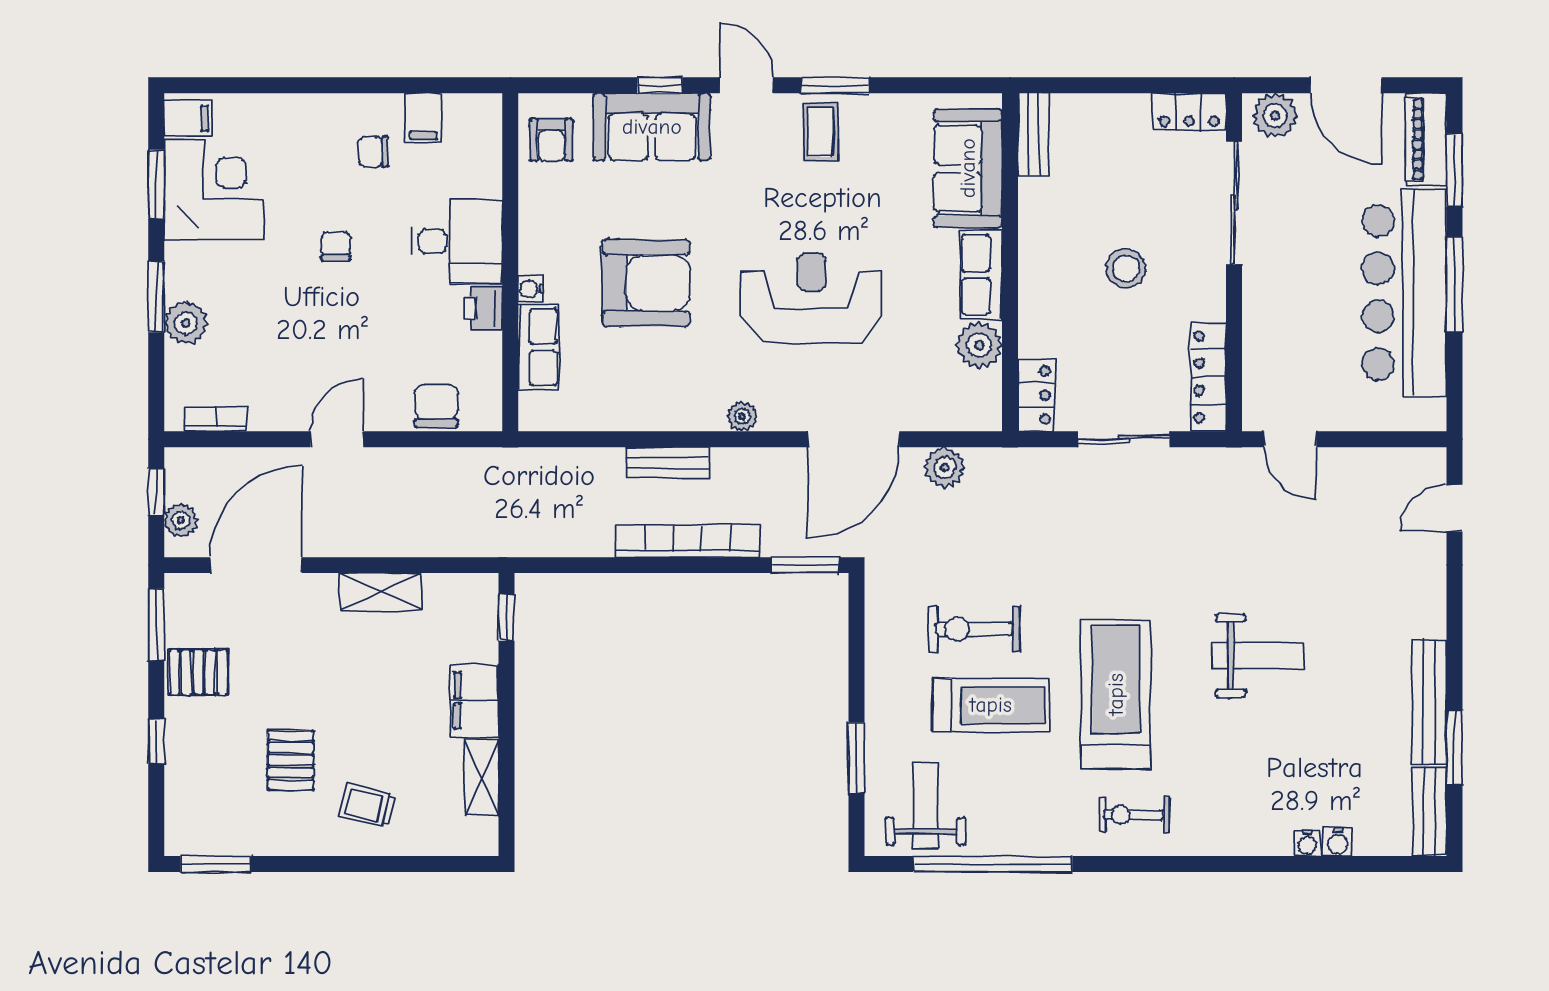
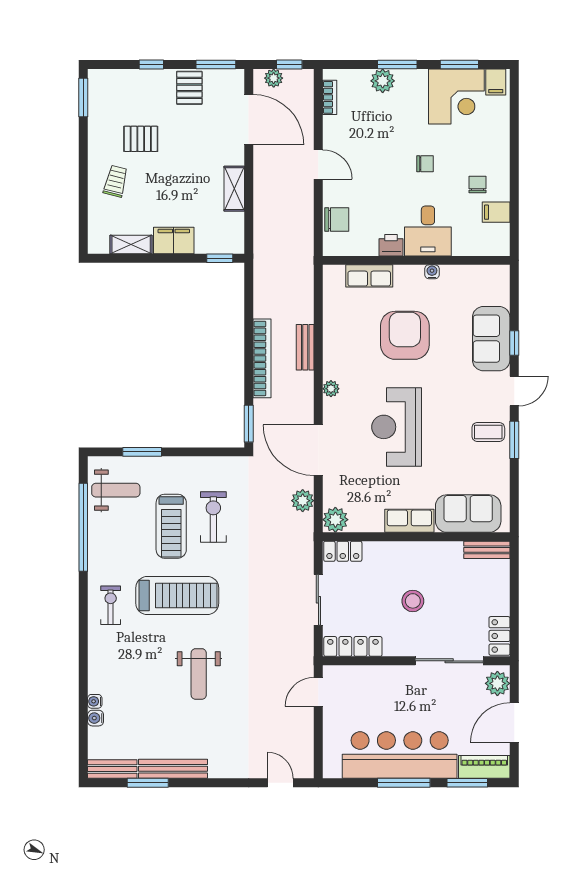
armchair: (551, 140) -> (484, 283), removed
armchair: (646, 283) -> (405, 335), turned 180
water cooler: (531, 289) -> (432, 272), moved
reception desk: (811, 298) -> (397, 427), turned 180
plant: (979, 345) -> (335, 520), moved

